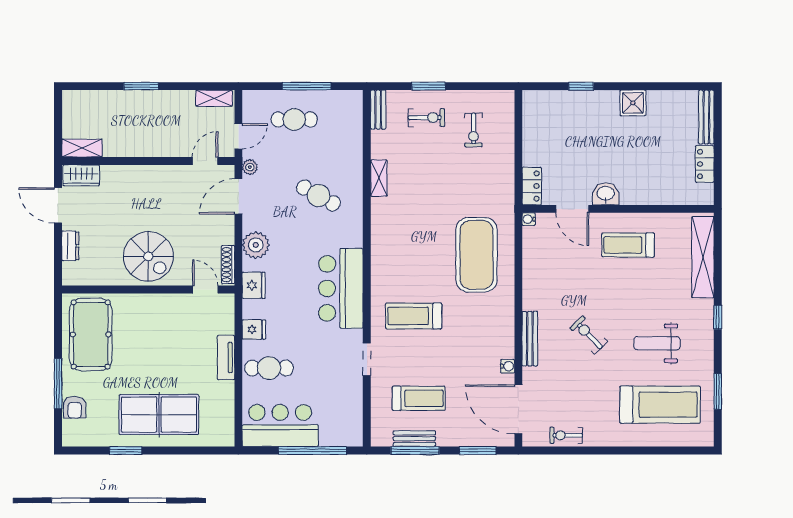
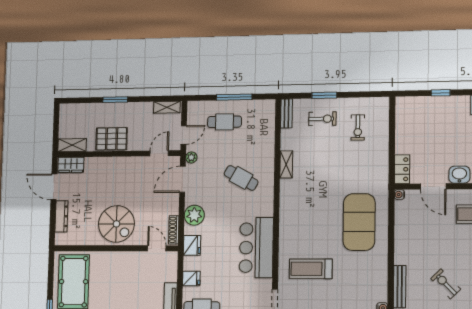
pallet: (138, 140) -> (112, 139), added
dresser: (70, 246) -> (61, 216), width x1.44

